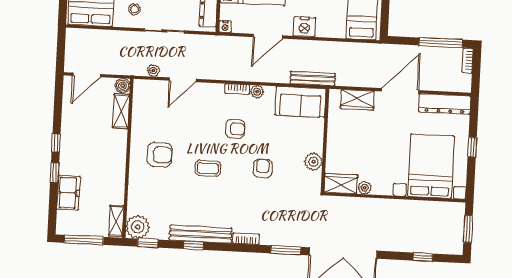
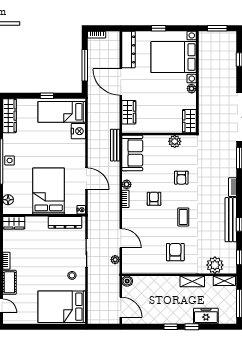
nightstand: (304, 27) -> (78, 131), moved
window: (441, 43) -> (85, 65), moved
shelving: (121, 111) -> (192, 281), moved
armchair: (263, 168) -> (181, 178), turned -90
plant: (365, 188) -> (192, 89), moved
plant: (138, 227) -> (215, 265), moved

